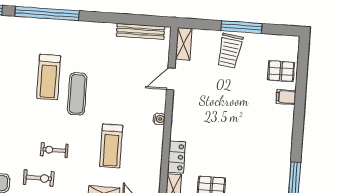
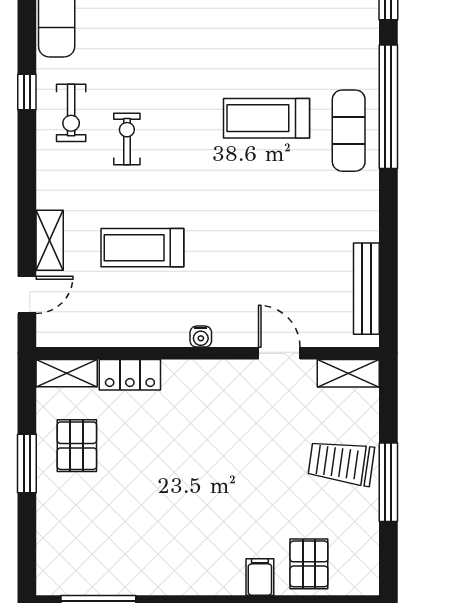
exercise mat: (77, 94) -> (349, 131), moved, turned 90

